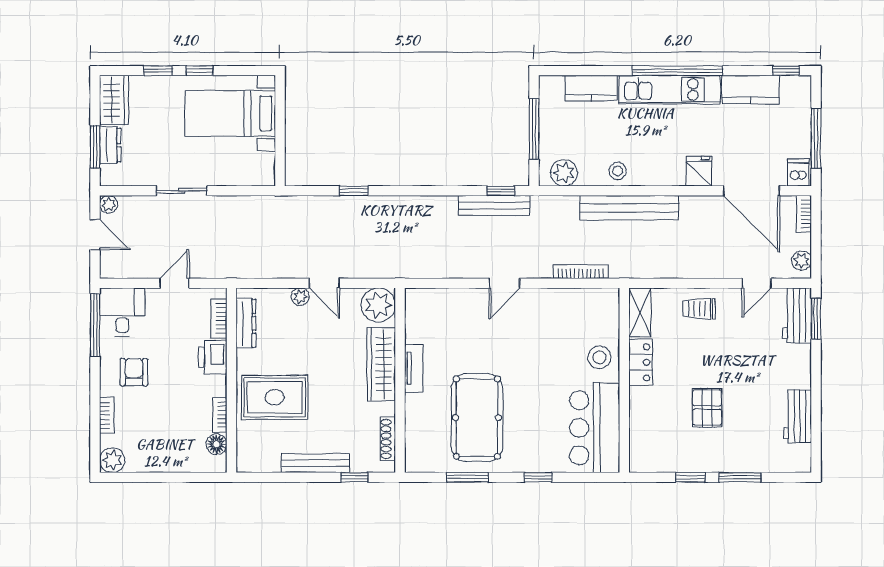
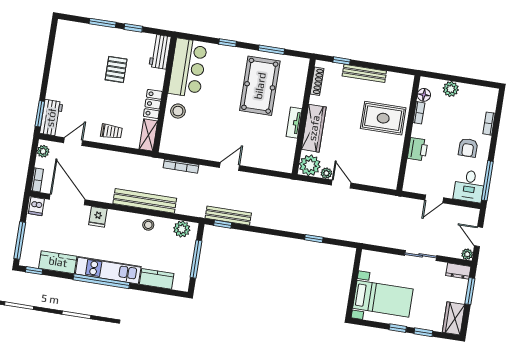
window: (816, 138) -> (20, 240), moved
dresser: (110, 145) -> (458, 271), moved, turned -90
plant: (300, 297) -> (326, 173), moved
bookcase: (219, 319) -> (410, 173), removed
dresser: (246, 323) -> (394, 167), removed
workbench: (798, 416) -> (160, 52), moved, turned 180
plant: (112, 460) -> (451, 89), moved

